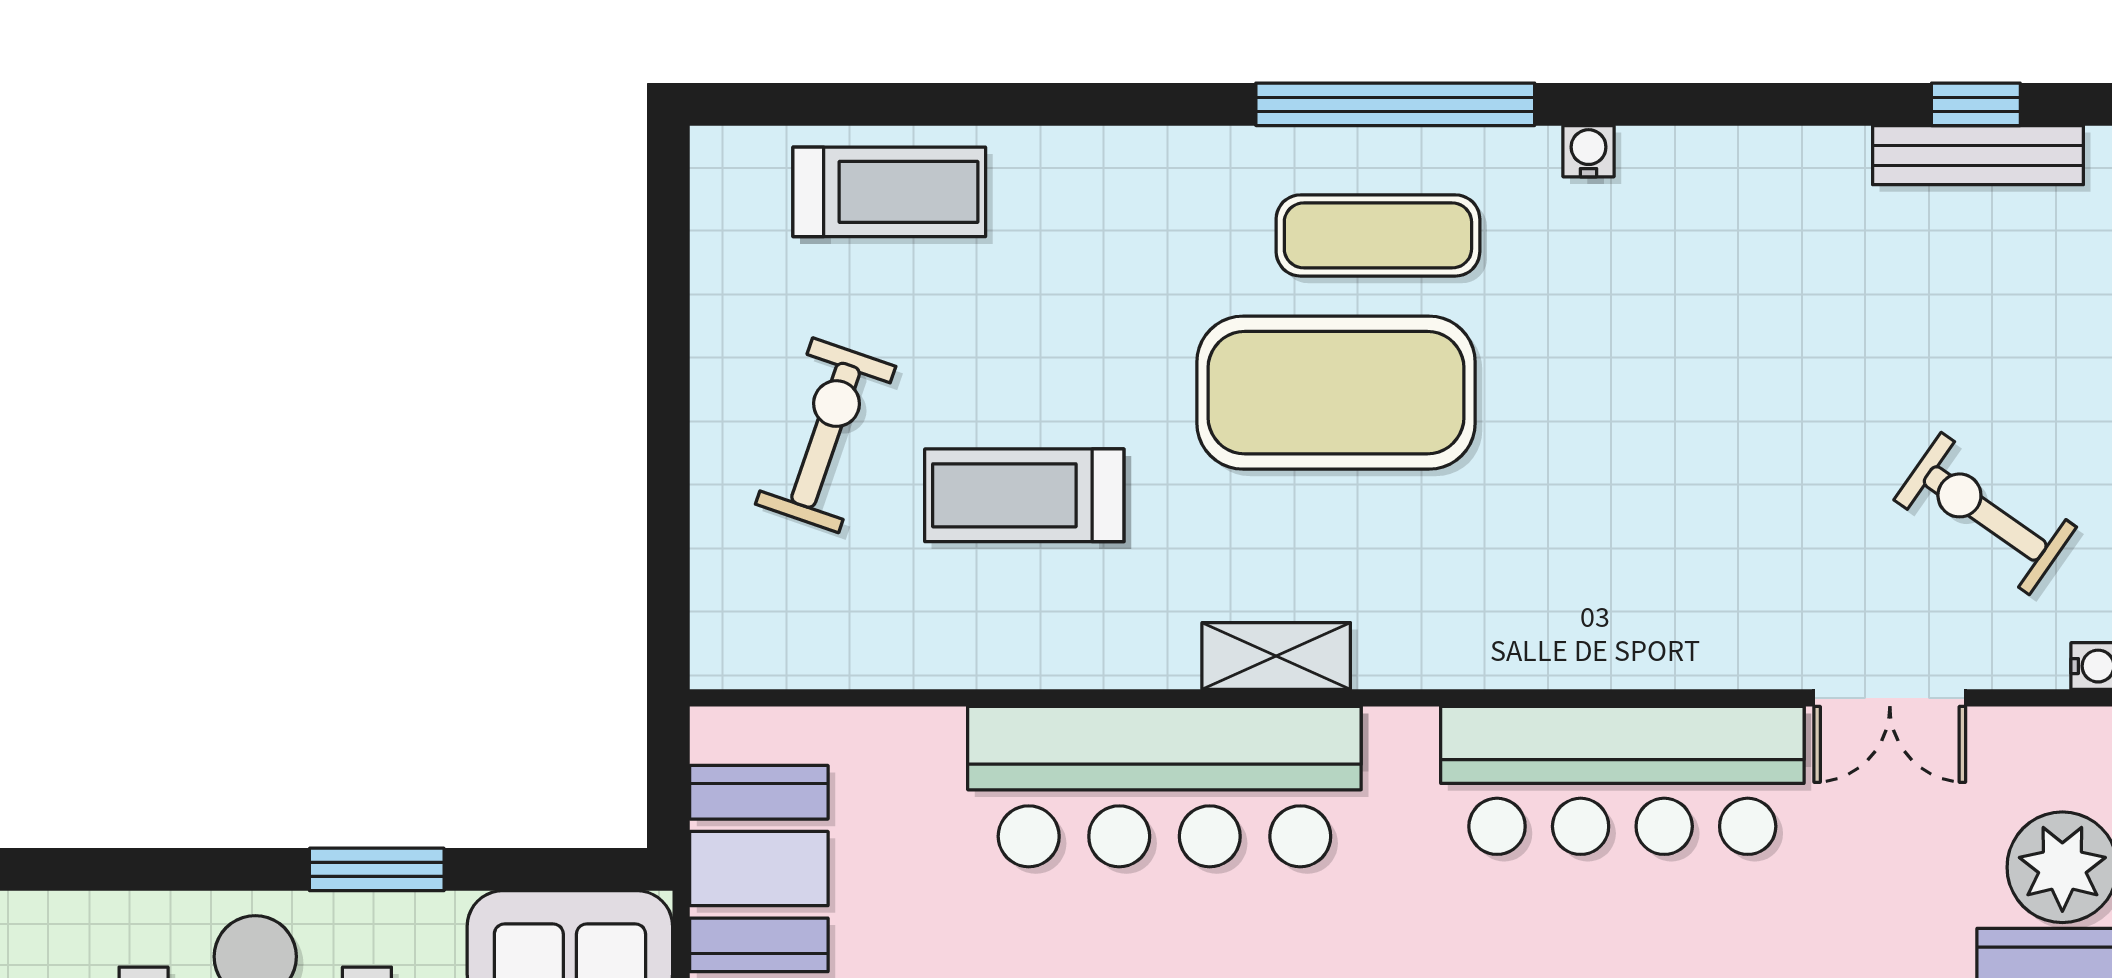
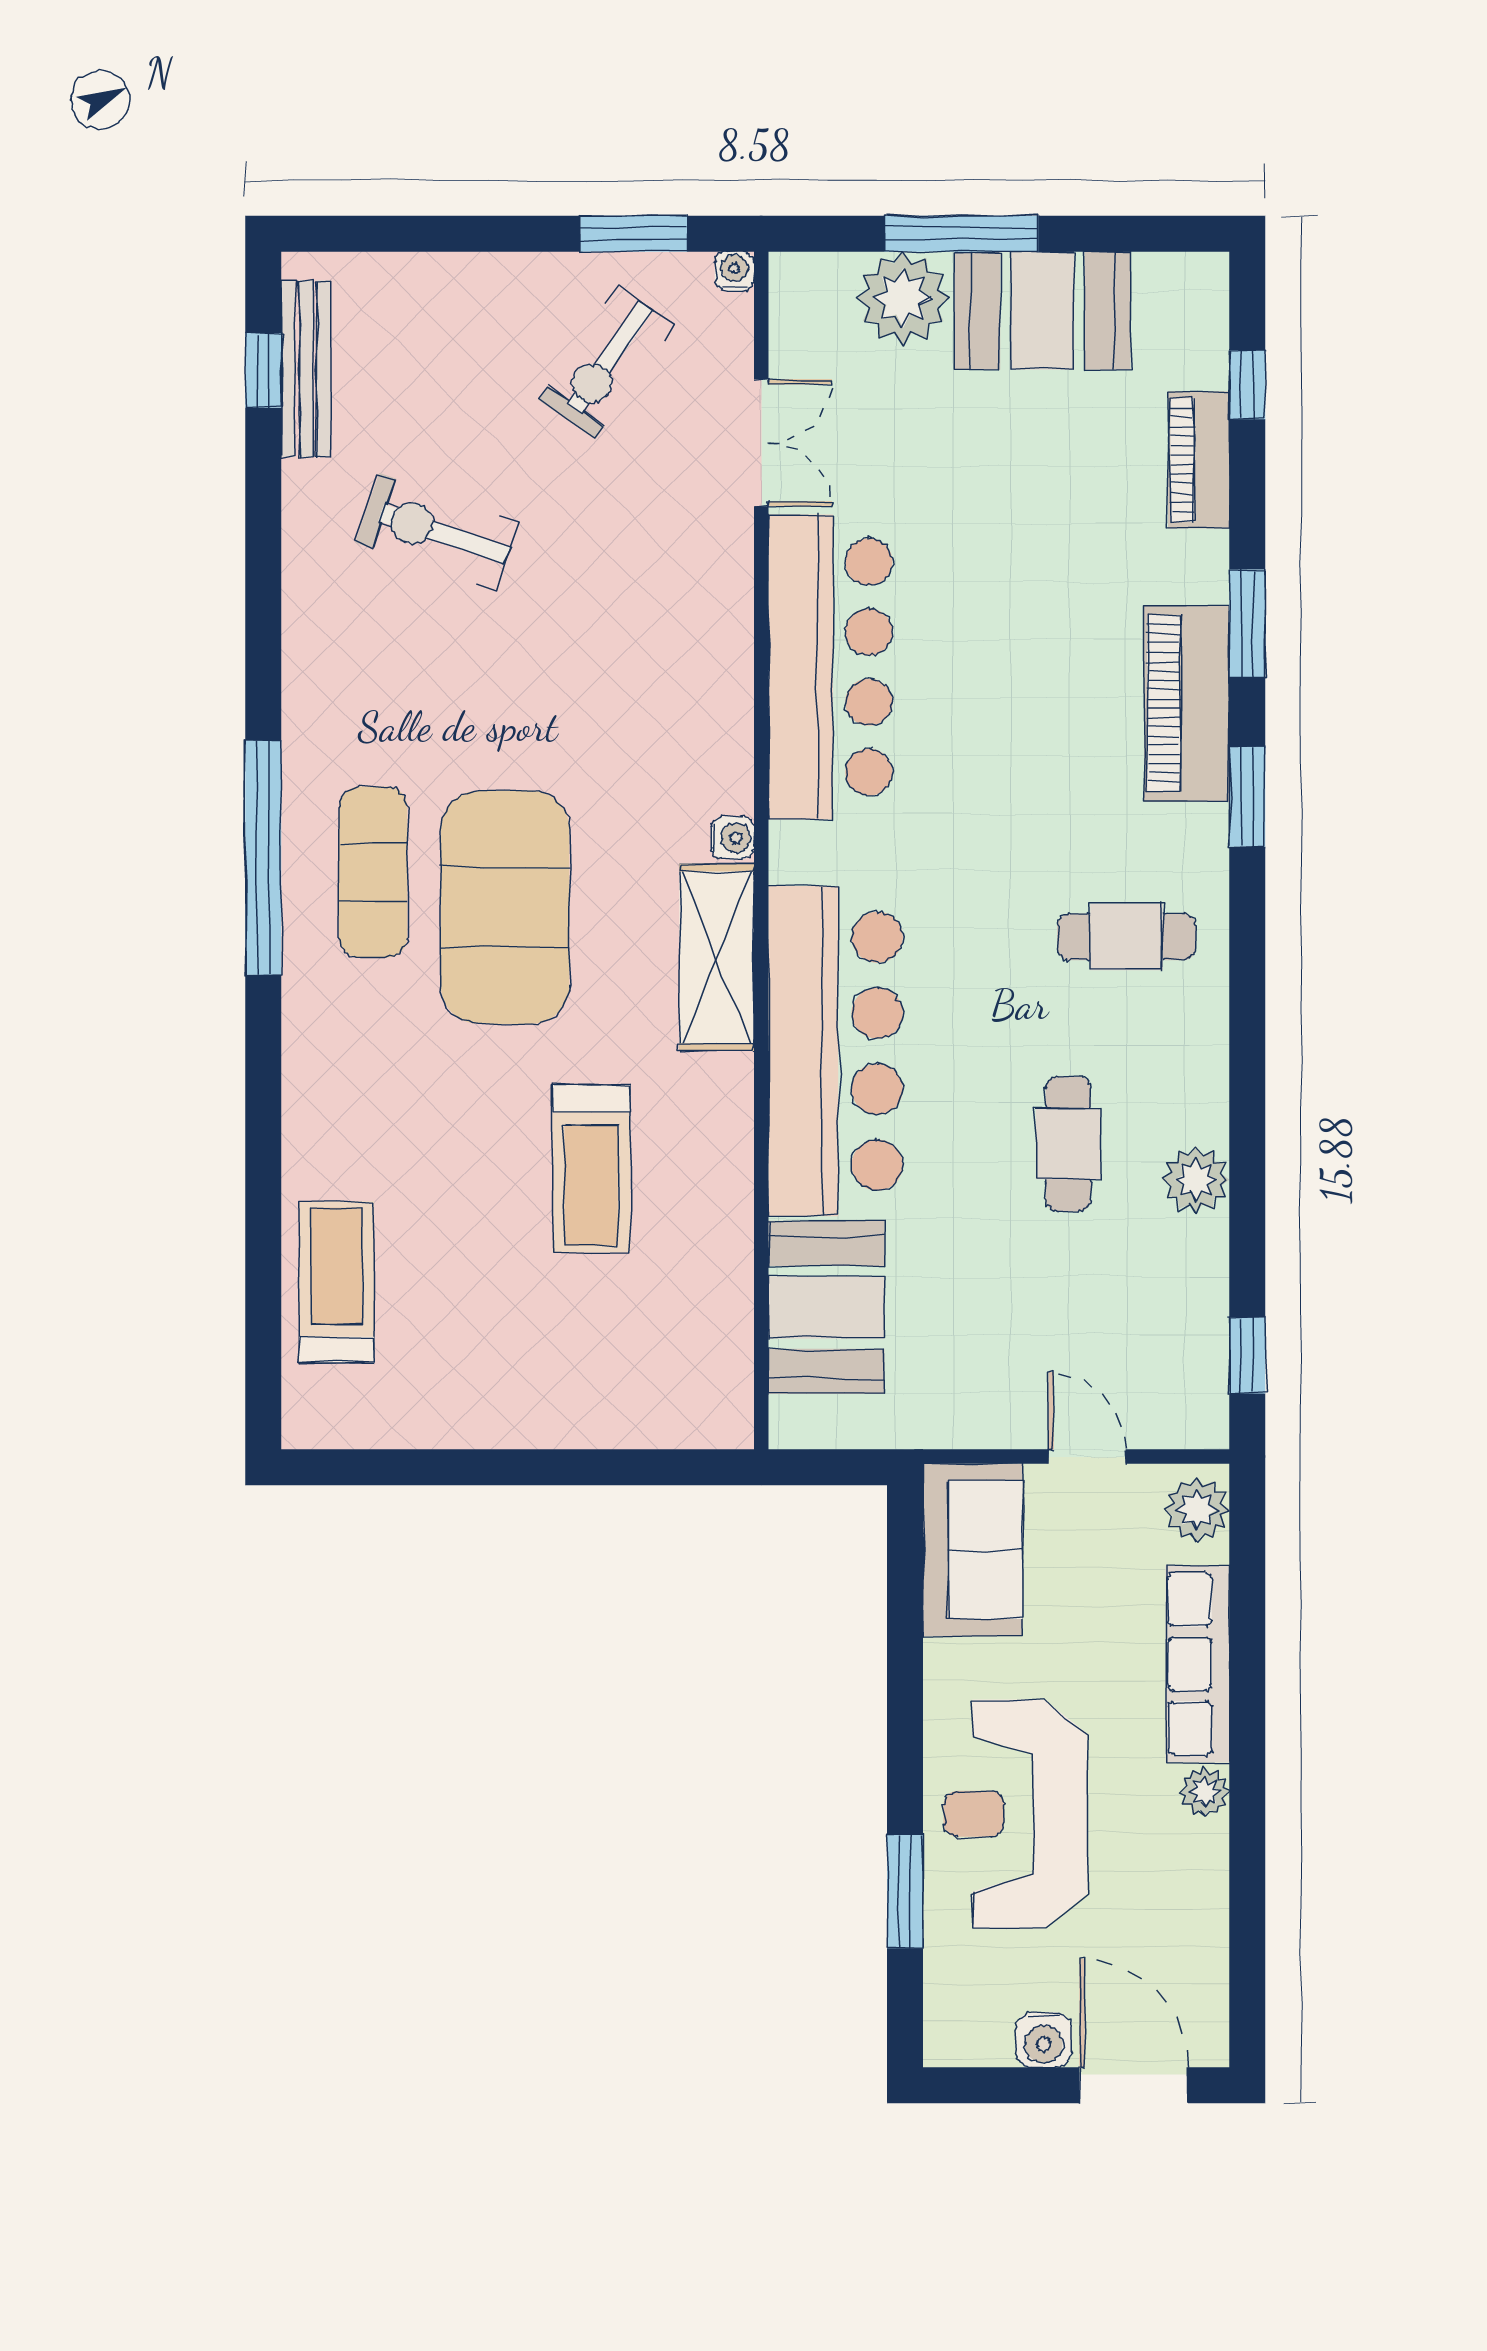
water cooler: (1589, 151) -> (733, 838), moved, turned 180
exercise bike: (826, 435) -> (437, 532), moved
shelving: (1276, 656) -> (717, 957), width x1.50, depth x1.33
window: (377, 869) -> (905, 1892), moved
booth: (759, 869) -> (826, 1307), moved, turned 90

